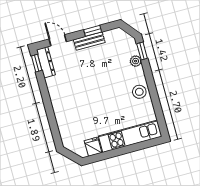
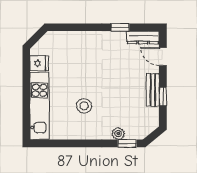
door: (58, 40) -> (163, 56), swing flipped
window: (37, 63) -> (120, 27), moved
stool: (139, 92) -> (84, 106), moved

